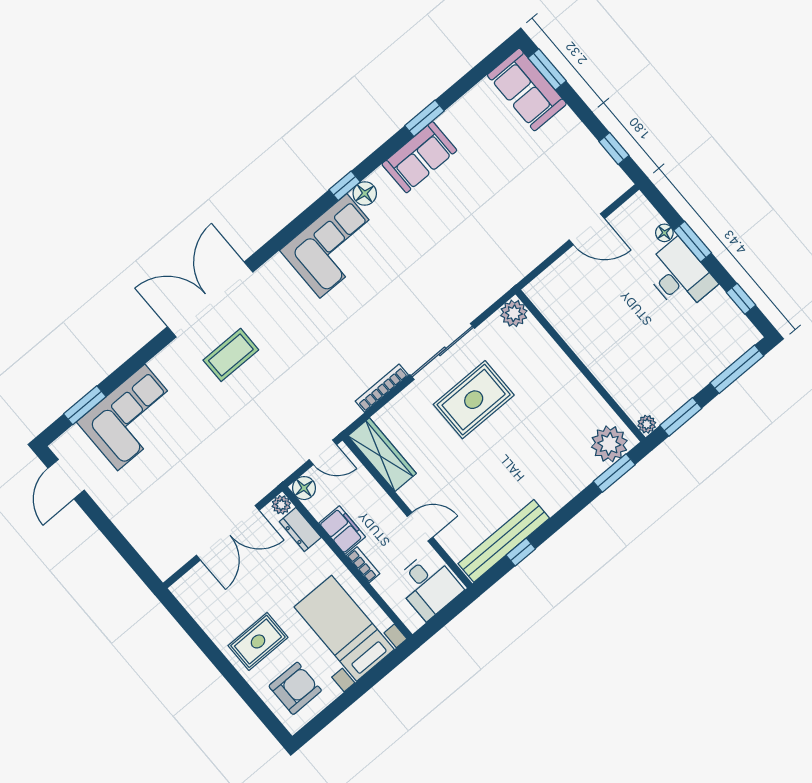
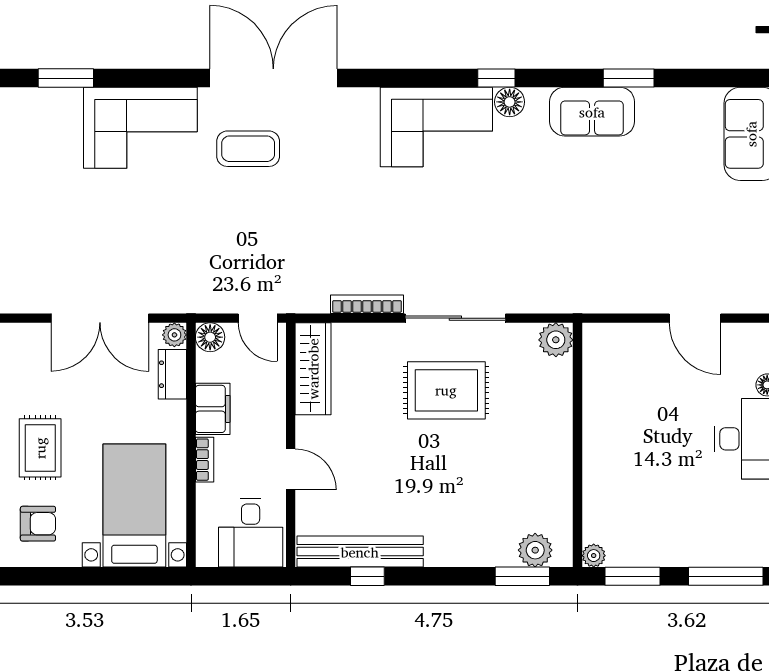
corner sofa: (131, 417) -> (140, 128), moved
plant: (609, 444) -> (535, 550), width x0.73, depth x0.73
rug: (258, 641) -> (40, 448), turned 90
armchair: (295, 688) -> (38, 524), width x0.72, depth x0.72

